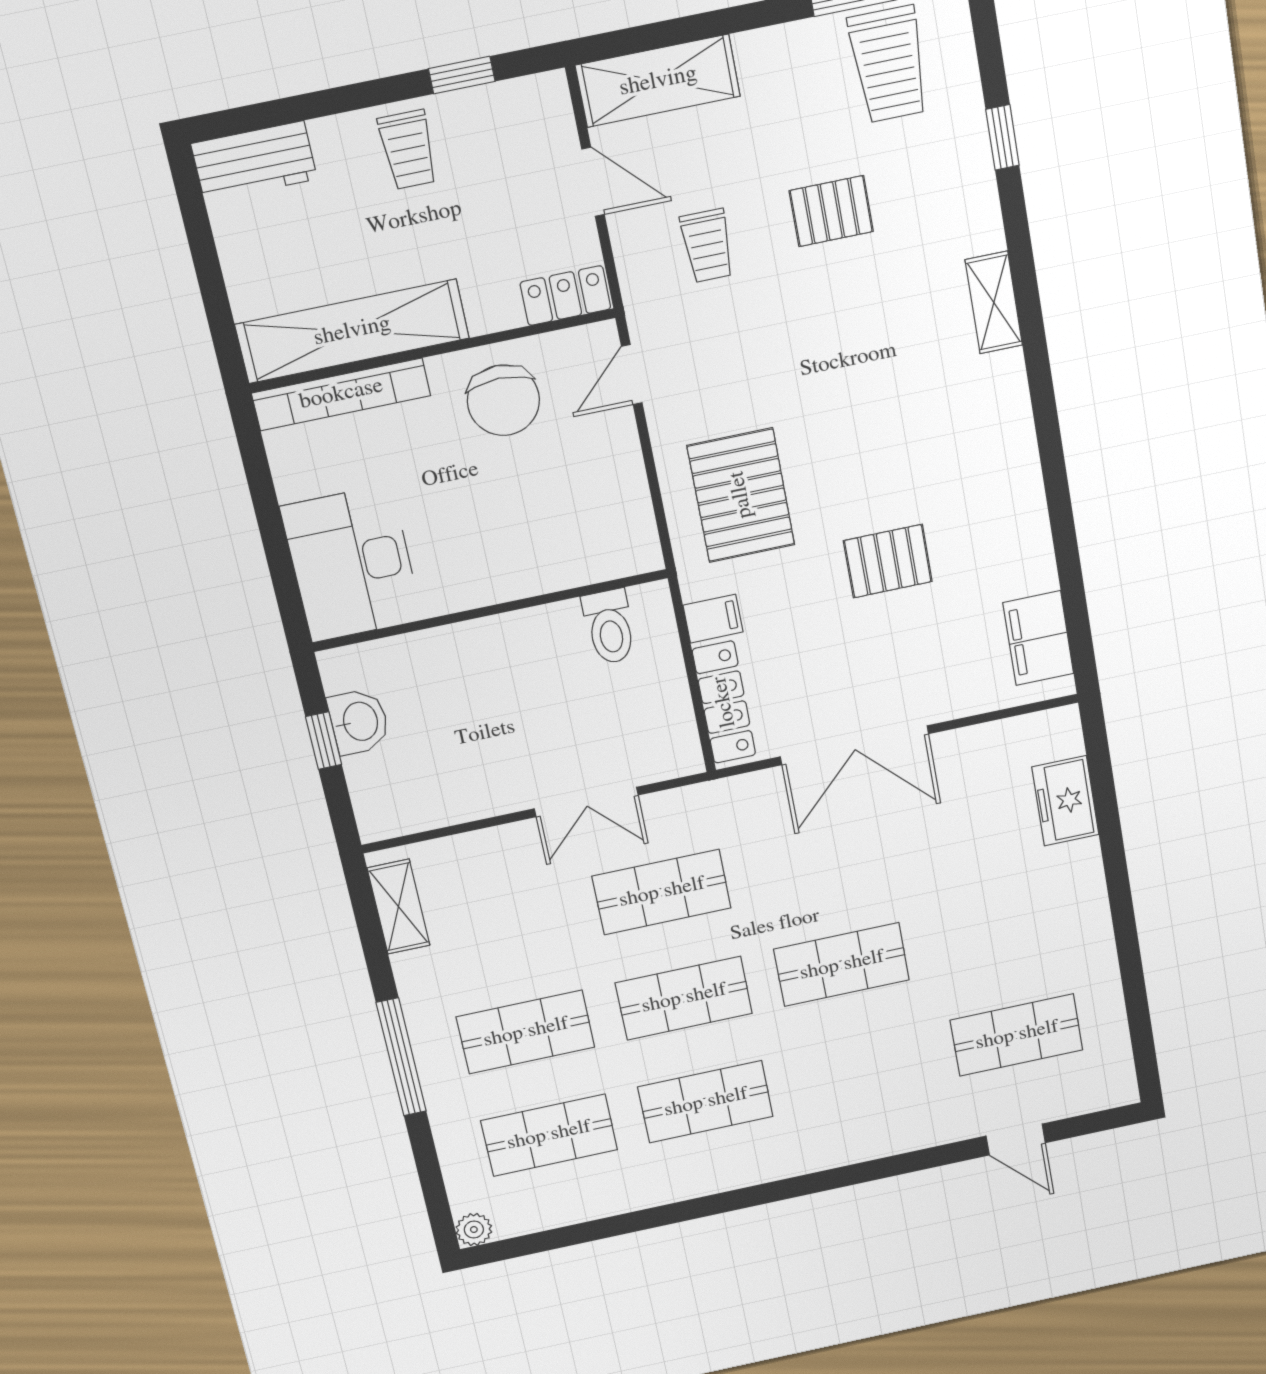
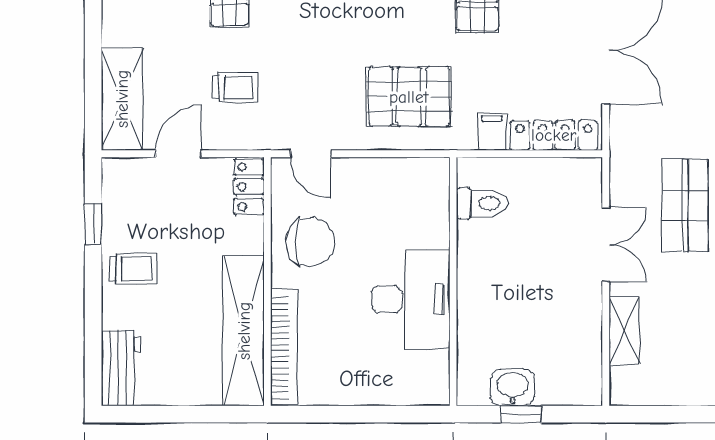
desk: (352, 564) -> (411, 299), moved, turned -90
shelving: (399, 907) -> (624, 331), moved, turned 90

